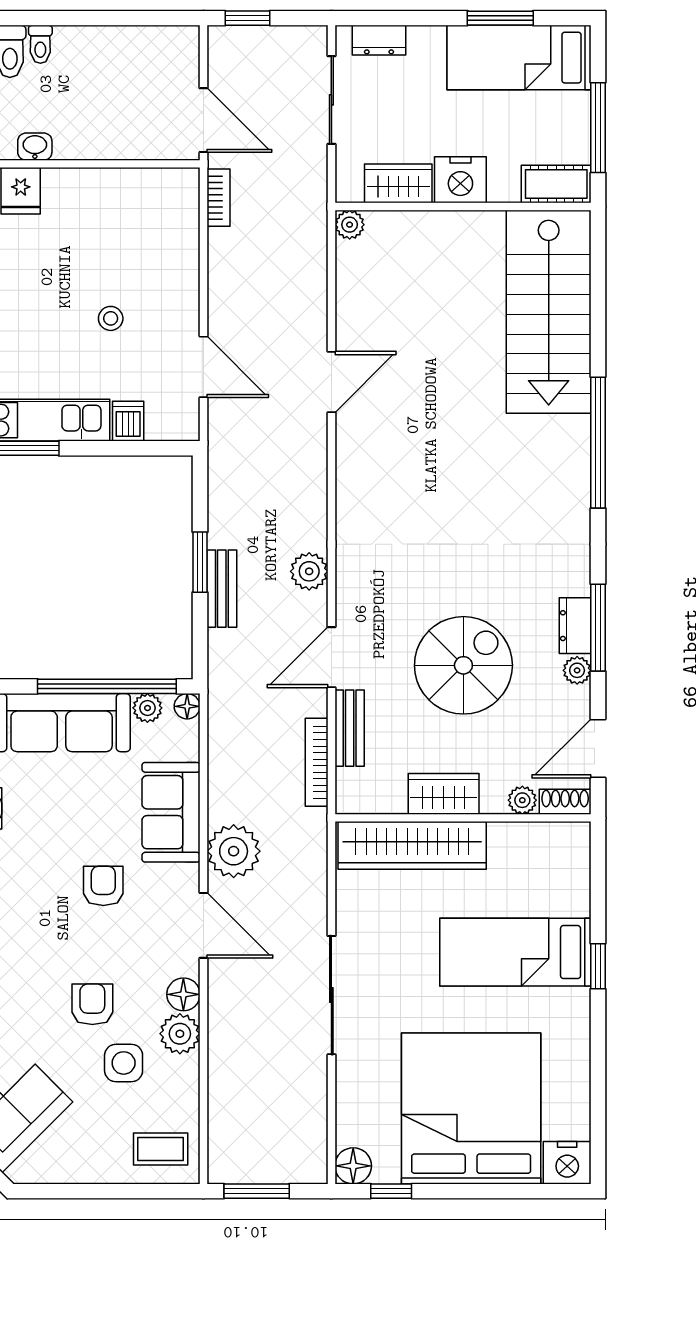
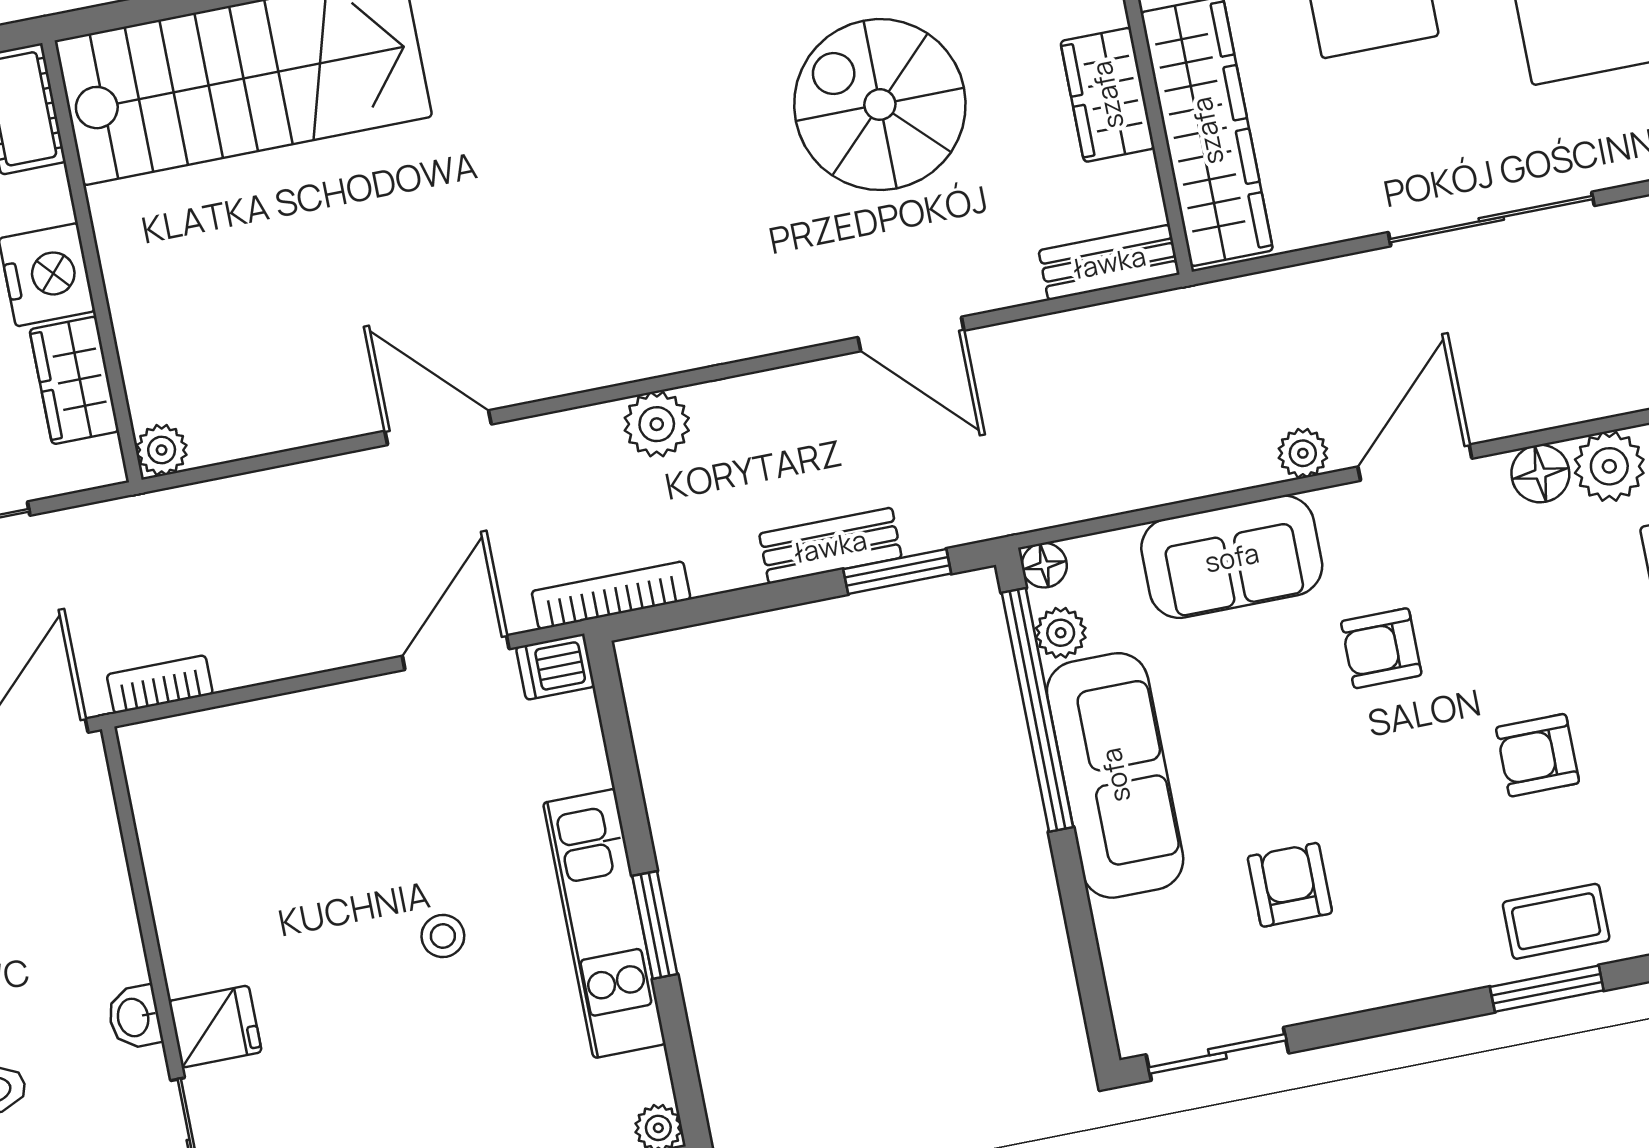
stool: (111, 318) -> (443, 936), moved
dishwasher: (128, 421) -> (555, 667), moved
window: (200, 562) -> (897, 571), moved
plant: (309, 571) -> (657, 424), moved
bench: (350, 728) -> (1109, 262), moved
bookcase: (317, 762) -> (611, 595), moved, turned 180
plant: (234, 851) -> (1303, 453), width x0.53, depth x0.53
armchair: (92, 1004) -> (1538, 755), moved

